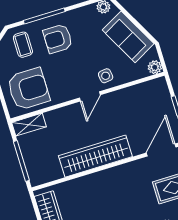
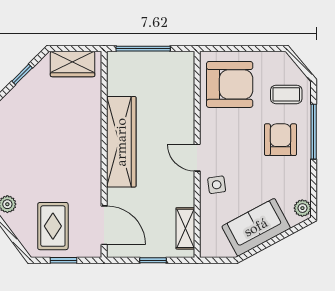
plant: (155, 67) -> (209, 249), removed
armchair: (28, 89) -> (230, 84), turned -90
shelving: (29, 125) -> (185, 228), moved

